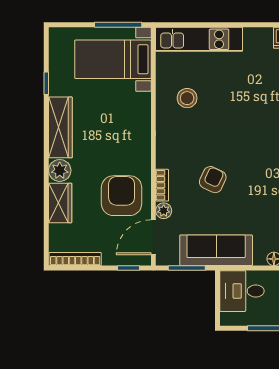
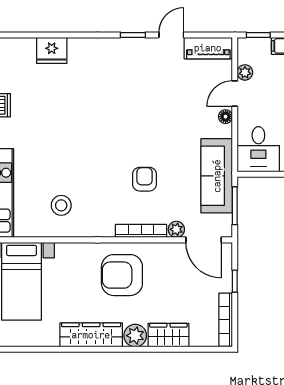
window: (46, 83) -> (46, 349), removed
armchair: (213, 180) -> (145, 179), turned 65
bookcase: (162, 185) -> (141, 231), width x1.56
armchair: (122, 196) -> (122, 275), moved
window: (129, 268) -> (235, 281), moved

